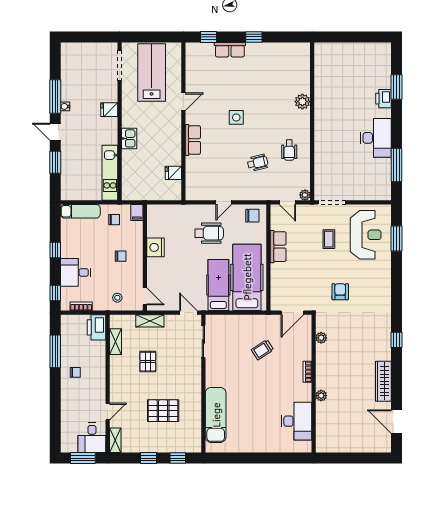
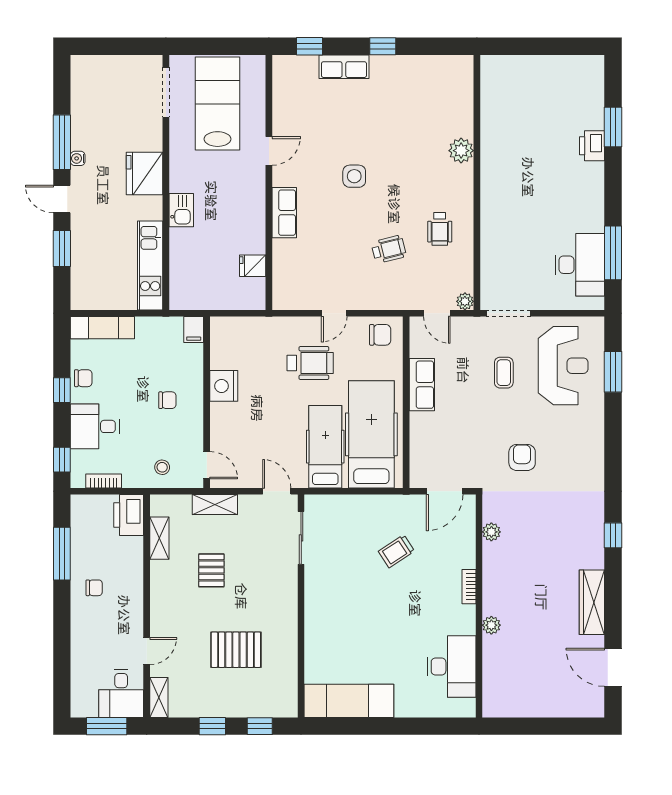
fridge: (109, 110) -> (145, 173), width x1.88, depth x1.34
desk: (376, 138) -> (580, 265), moved
chair: (114, 220) -> (83, 378), moved
exam couch: (216, 415) -> (349, 701), moved, turned -90

